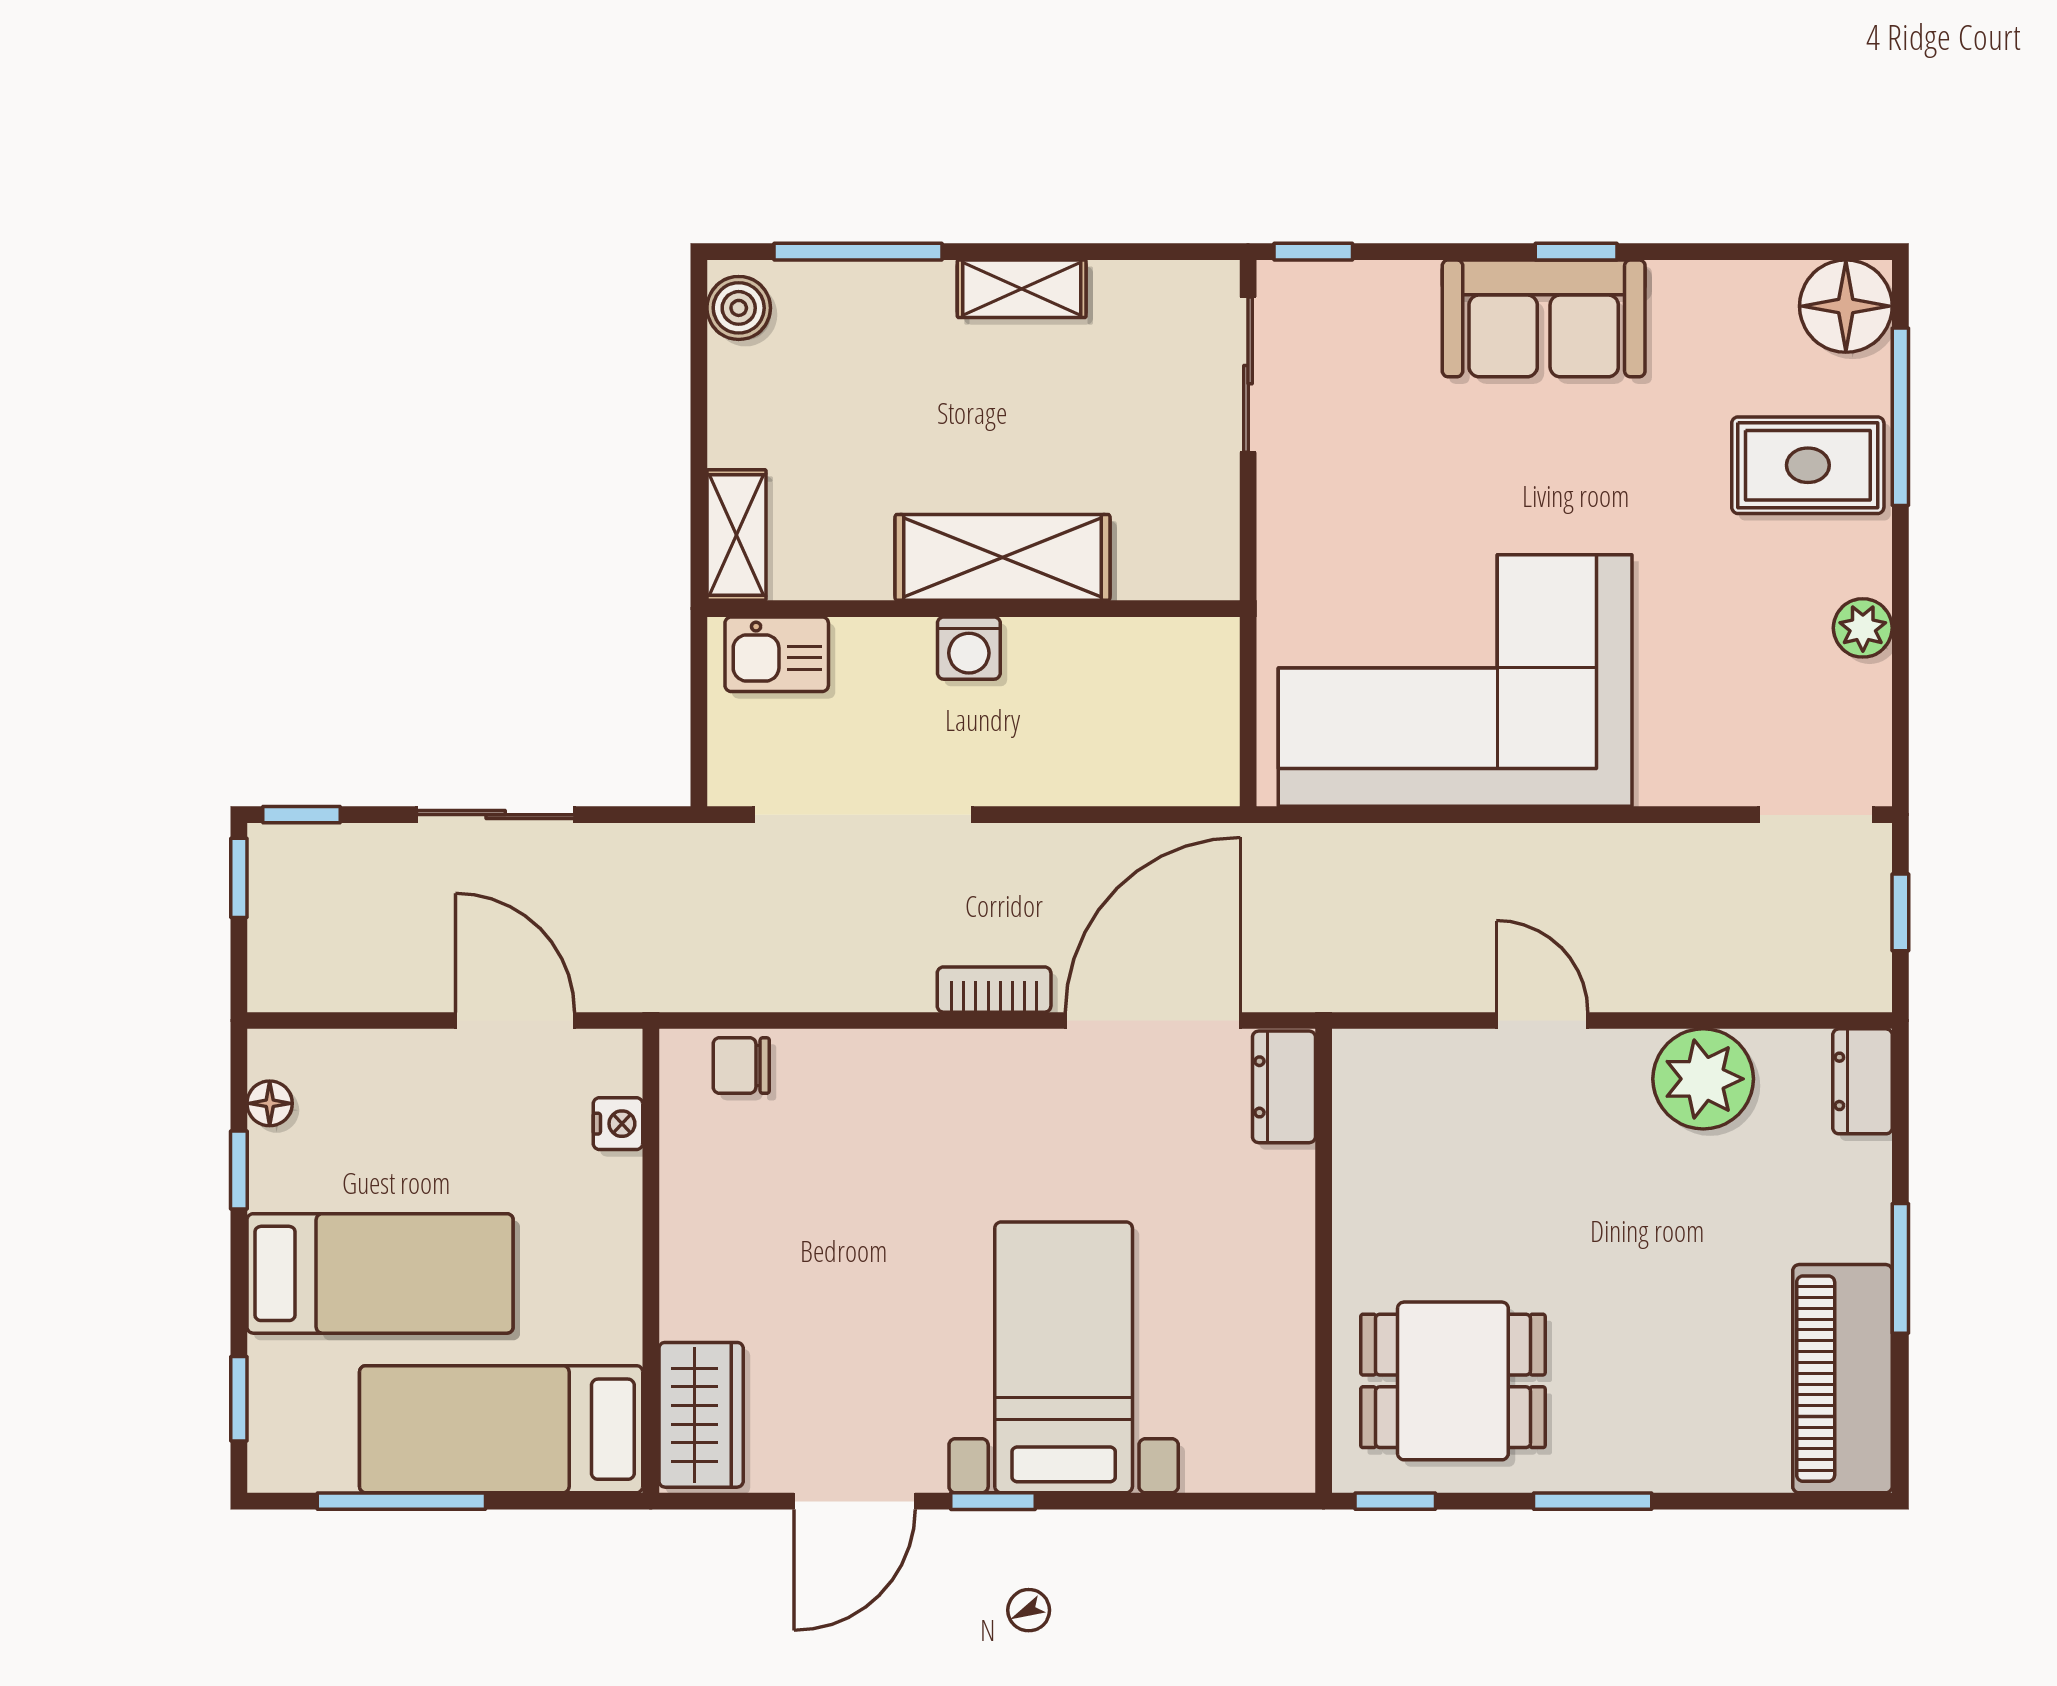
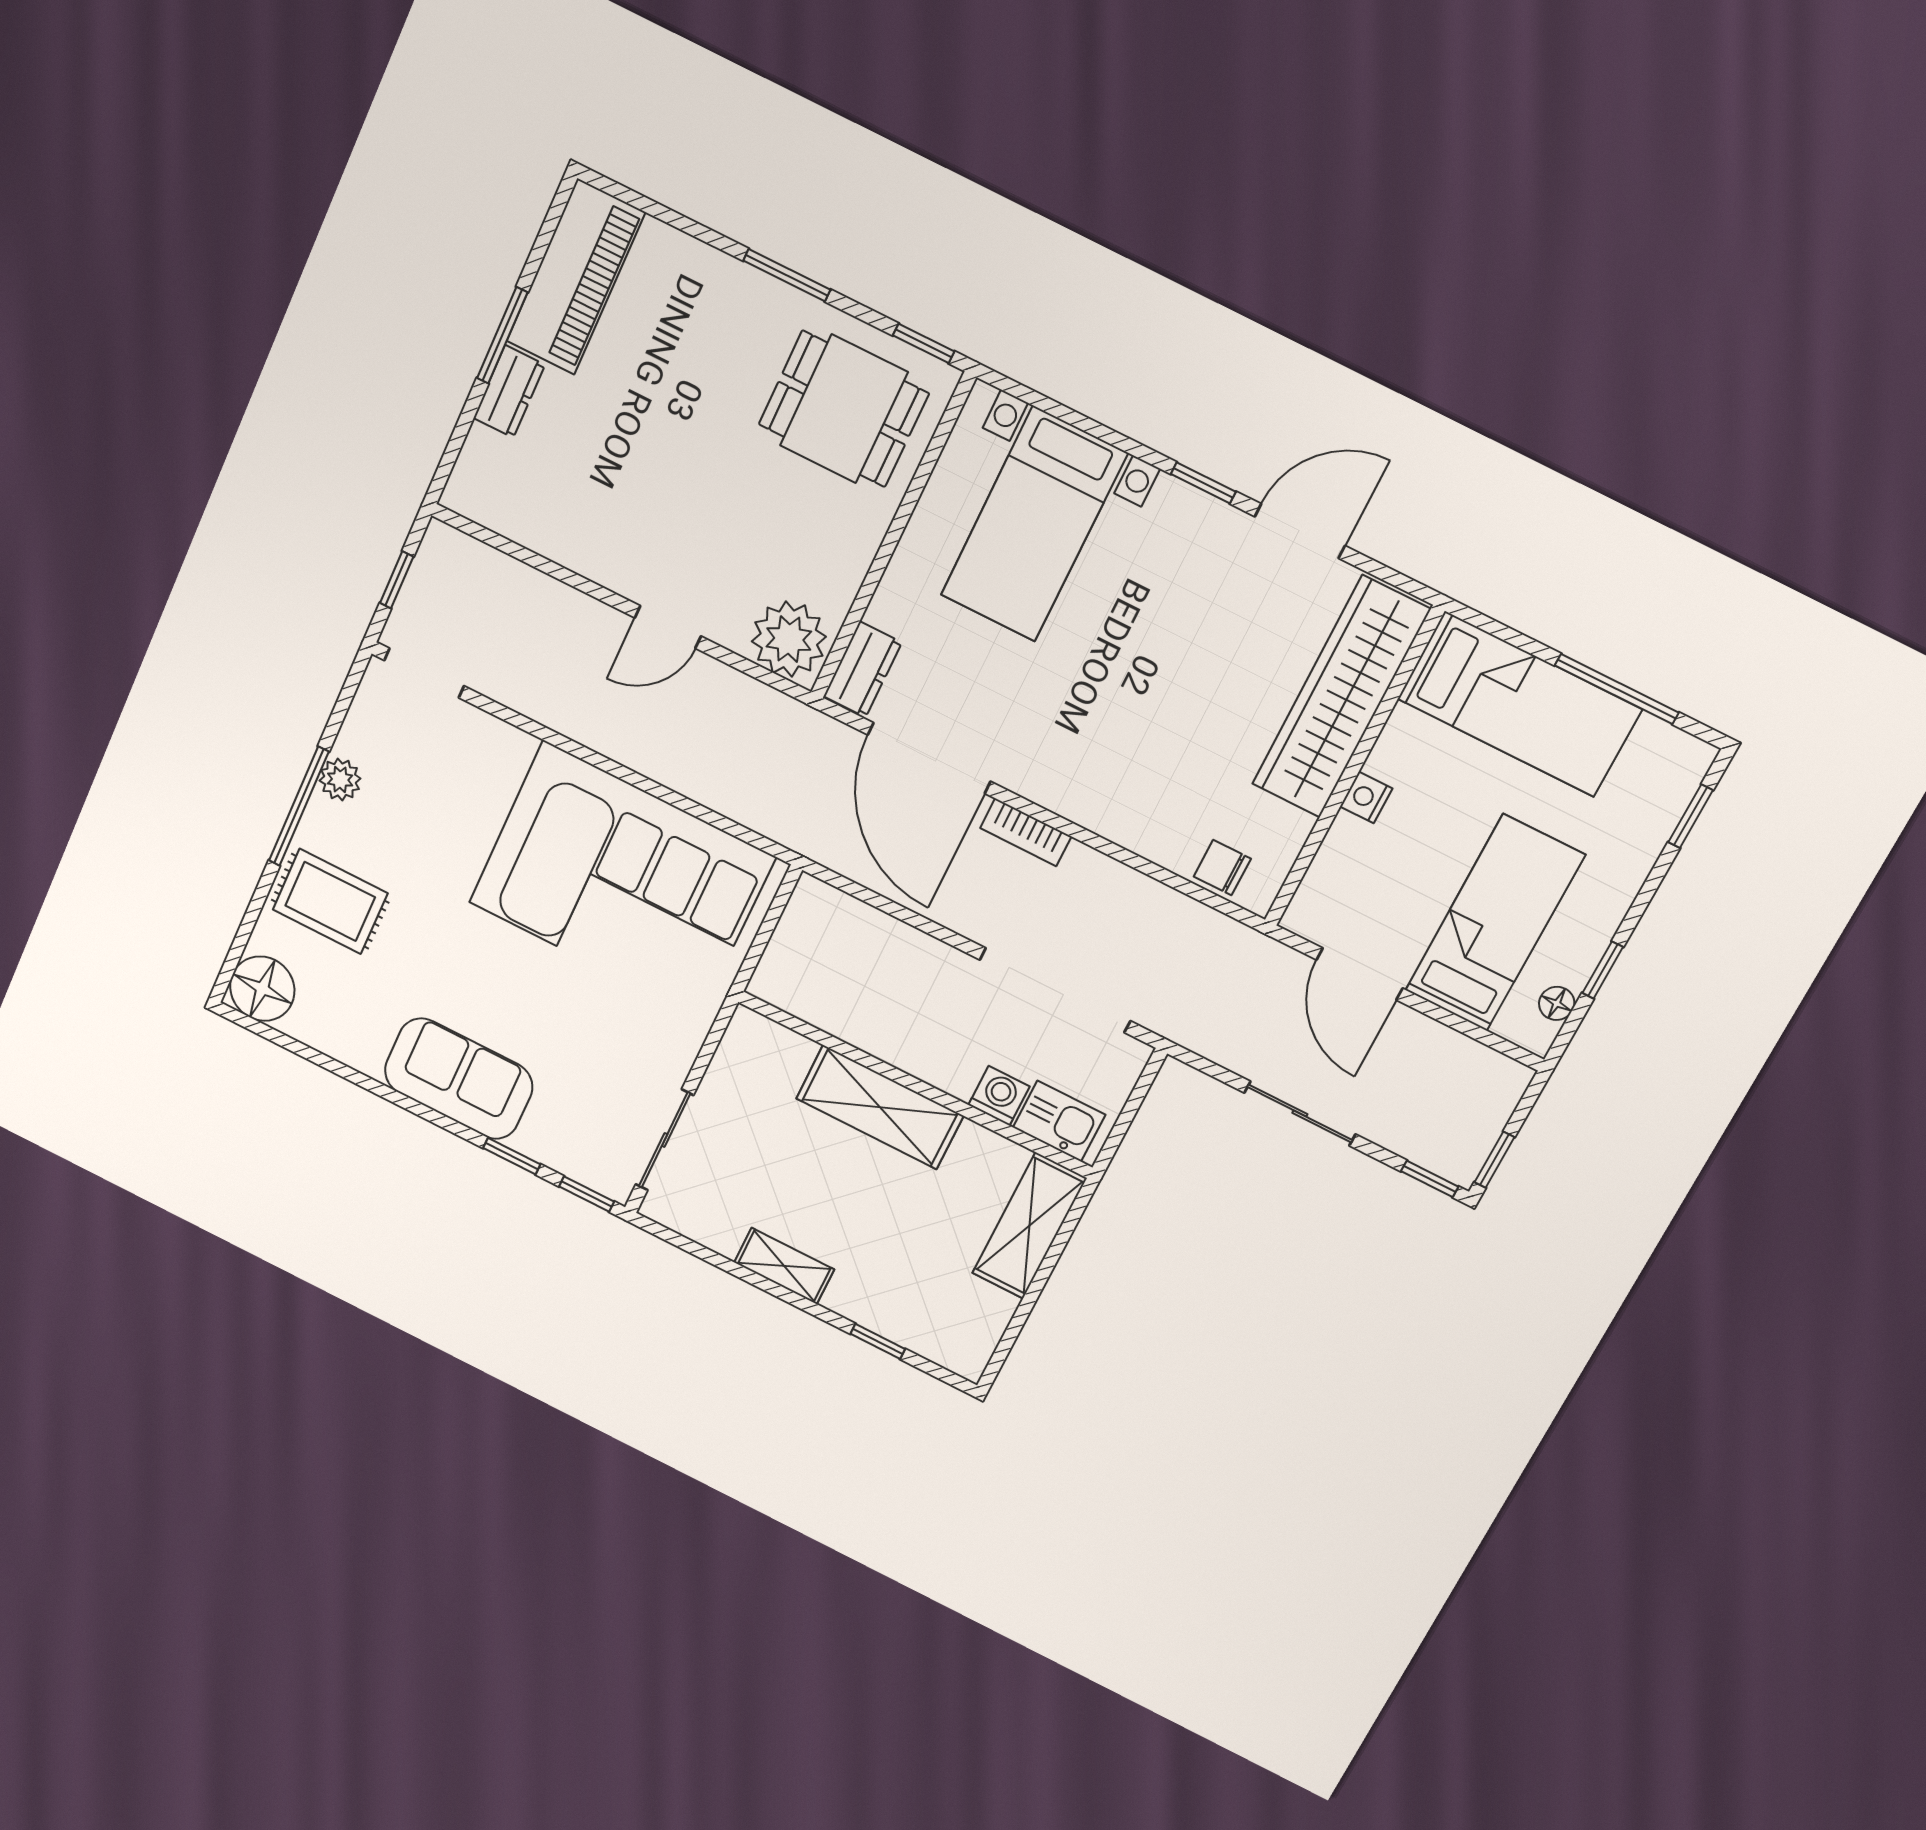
window: (858, 252) -> (878, 1341), width x0.46
window: (1576, 252) -> (512, 1156), moved
boiler: (739, 308) -> (972, 1346), removed
window: (1900, 417) -> (299, 806), moved
shelving: (737, 535) -> (1029, 1226), width x1.50, depth x1.33
washing machine: (969, 648) -> (999, 1096), moved
door: (1153, 1020) -> (929, 758), hinge flipped
door: (1542, 1020) -> (668, 627), hinge flipped
chair: (741, 1066) -> (1222, 868), turned 180
plant: (1703, 1079) -> (789, 639), moved
dresser: (1862, 1081) -> (509, 392), moved
nightstand: (618, 1124) -> (1366, 797), moved
bed: (380, 1273) -> (1495, 923), moved, turned 90
bed with nightstands: (1064, 1357) -> (1034, 524), moved
wardrobe: (701, 1415) -> (1341, 697), width x2.10, depth x1.17

